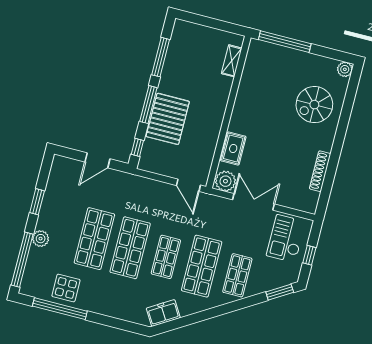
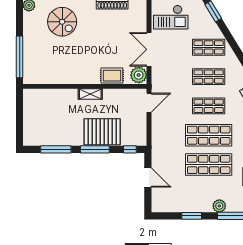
shelving: (232, 61) -> (90, 94), moved
shop shelf: (202, 266) -> (209, 77), width x0.70, depth x0.74

